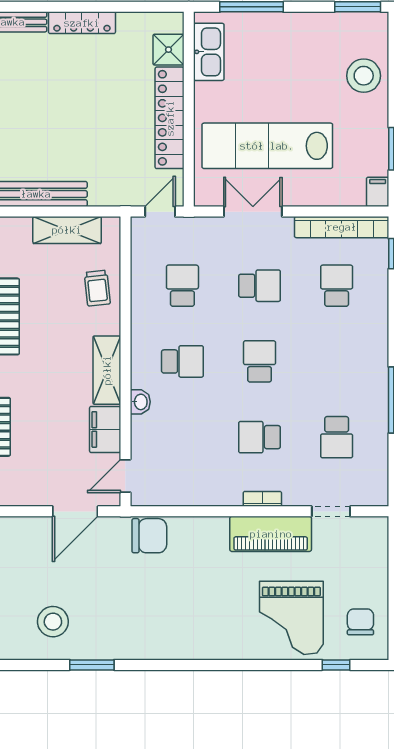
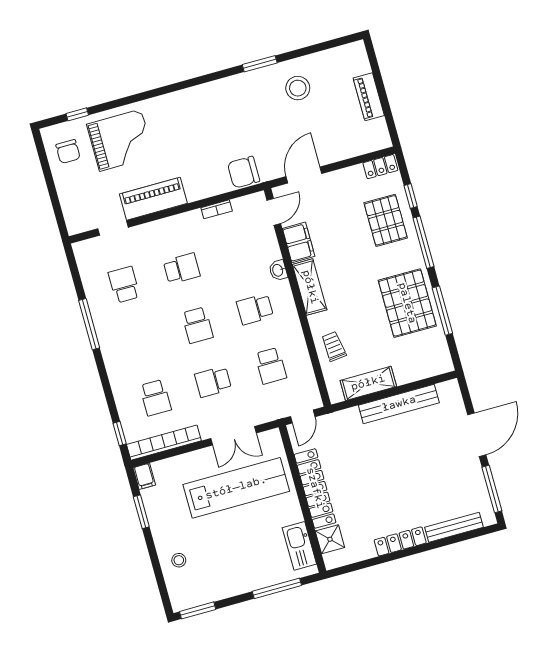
stool: (364, 76) -> (179, 560), width x0.53, depth x0.53
bookcase: (262, 499) -> (217, 209), moved
grand piano: (291, 618) -> (120, 140), turned 90

